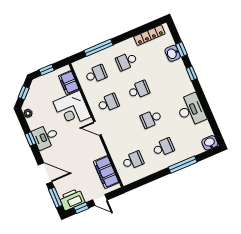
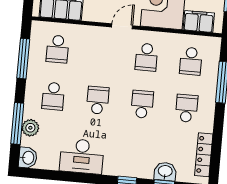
school desk: (139, 90) -> (142, 104), turned 180
plant: (190, 151) -> (30, 128), added
window: (183, 165) -> (17, 123), moved
window: (150, 179) -> (23, 59), added

